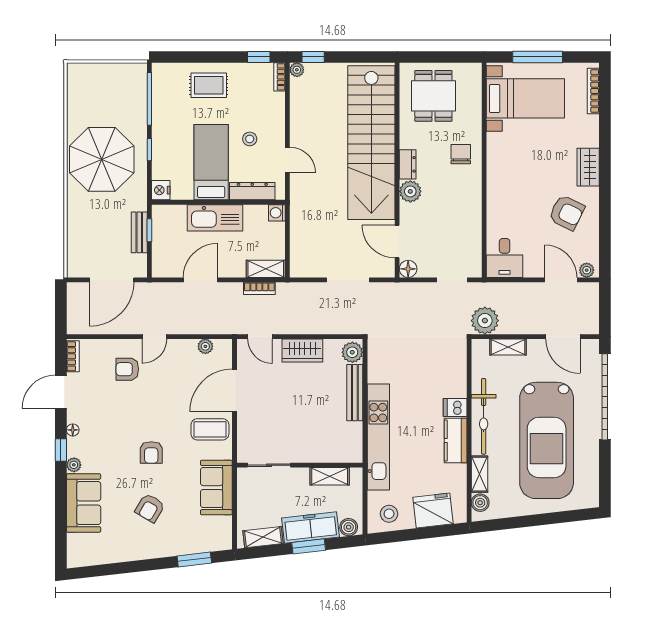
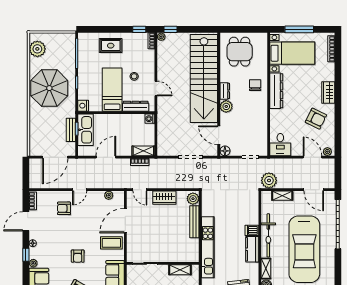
plant: (81, 91) -> (37, 49), added
dresser: (498, 164) -> (276, 91), added
kitchen sink: (215, 218) -> (86, 130), moved, turned -90

